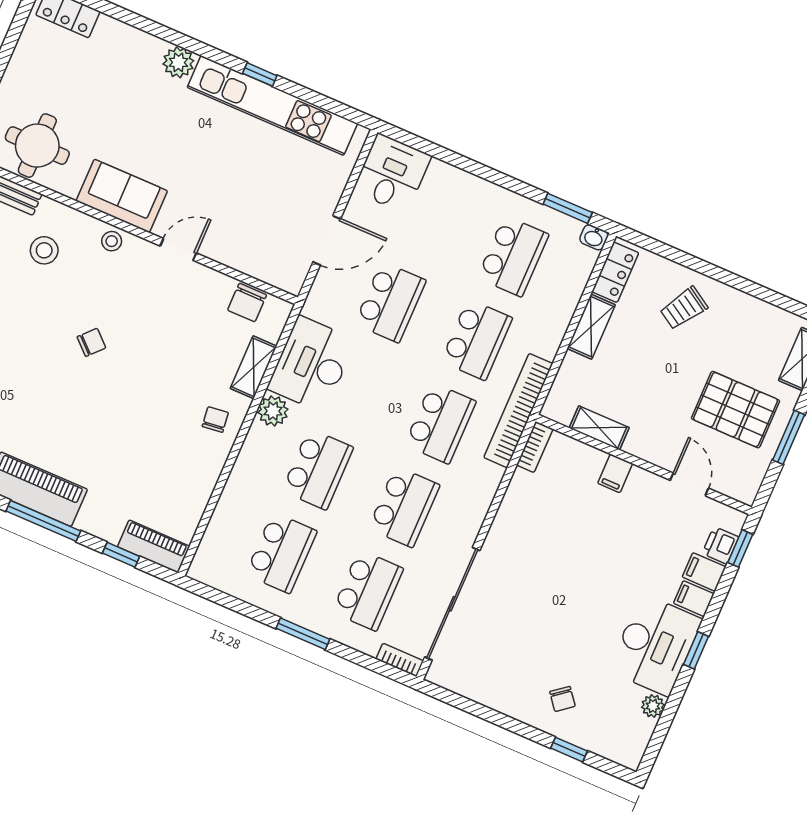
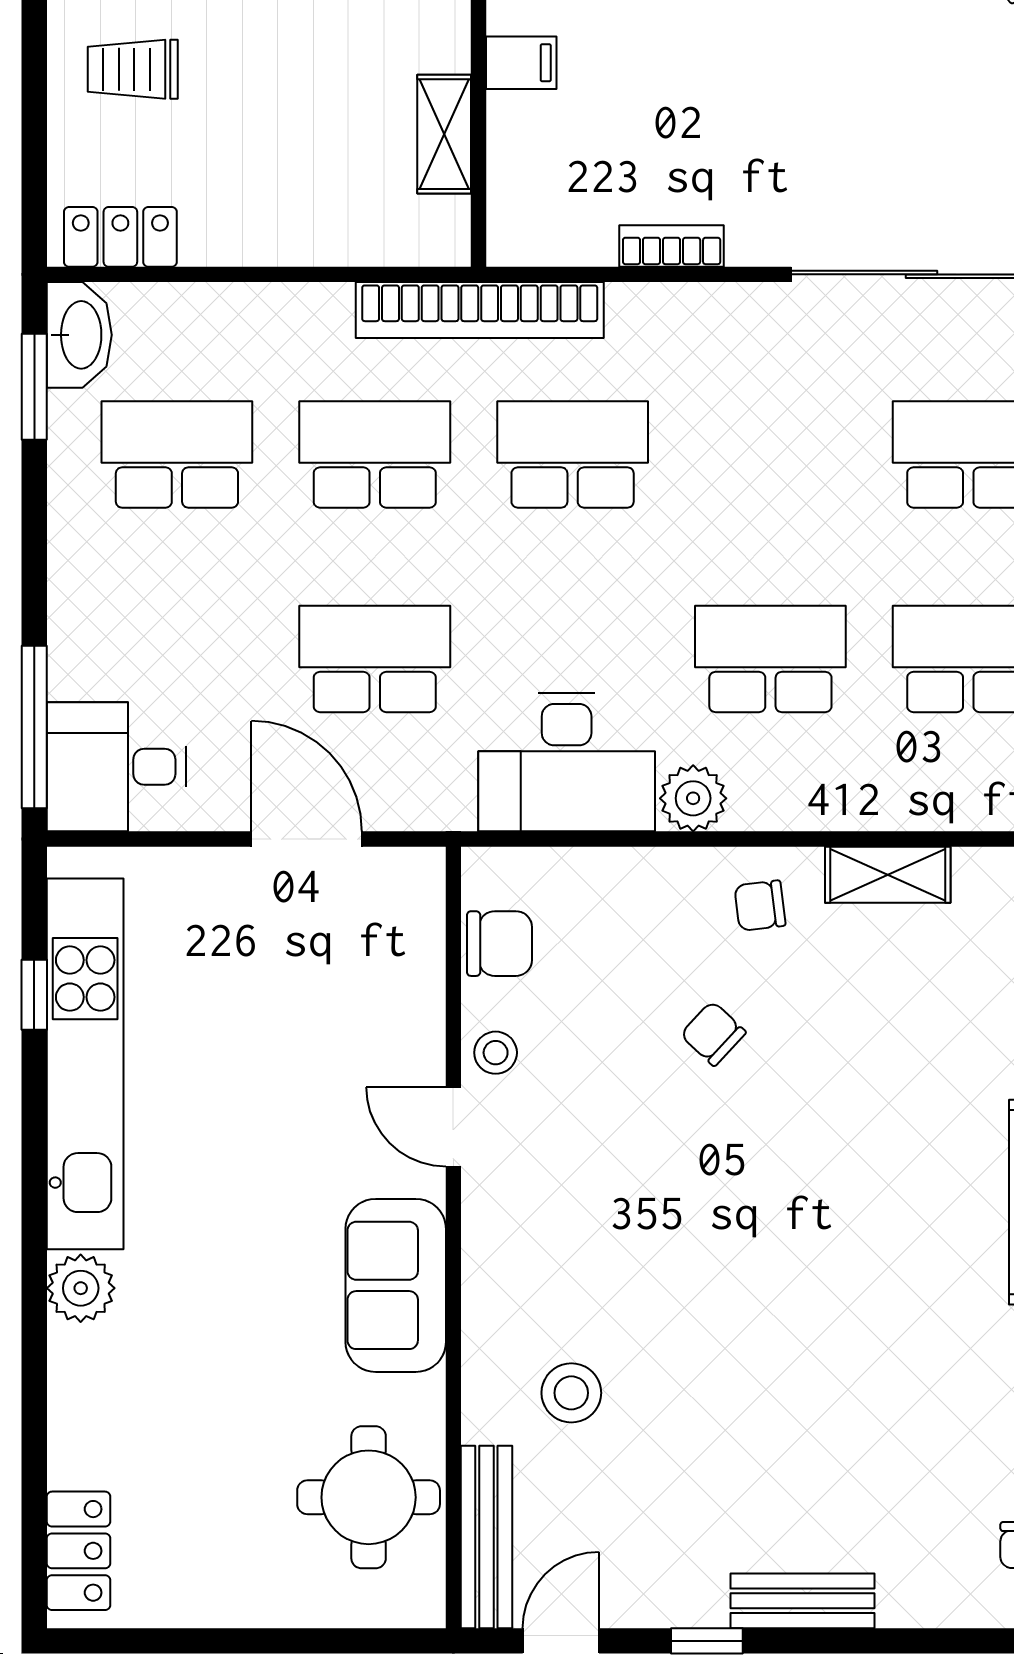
window: (260, 74) -> (34, 995), moved
window: (424, 146) -> (34, 727), added
washbasin: (594, 237) -> (79, 335), width x1.91, depth x1.45
stool: (112, 241) -> (496, 1053), moved
trolley: (684, 308) -> (133, 69), turned 148
shelving: (591, 327) -> (250, 238), removed
chair: (91, 342) -> (713, 1034), moved
shelving: (254, 367) -> (888, 875), moved
bookcase: (535, 447) -> (672, 246), moved
school desk: (404, 507) -> (770, 454), removed

